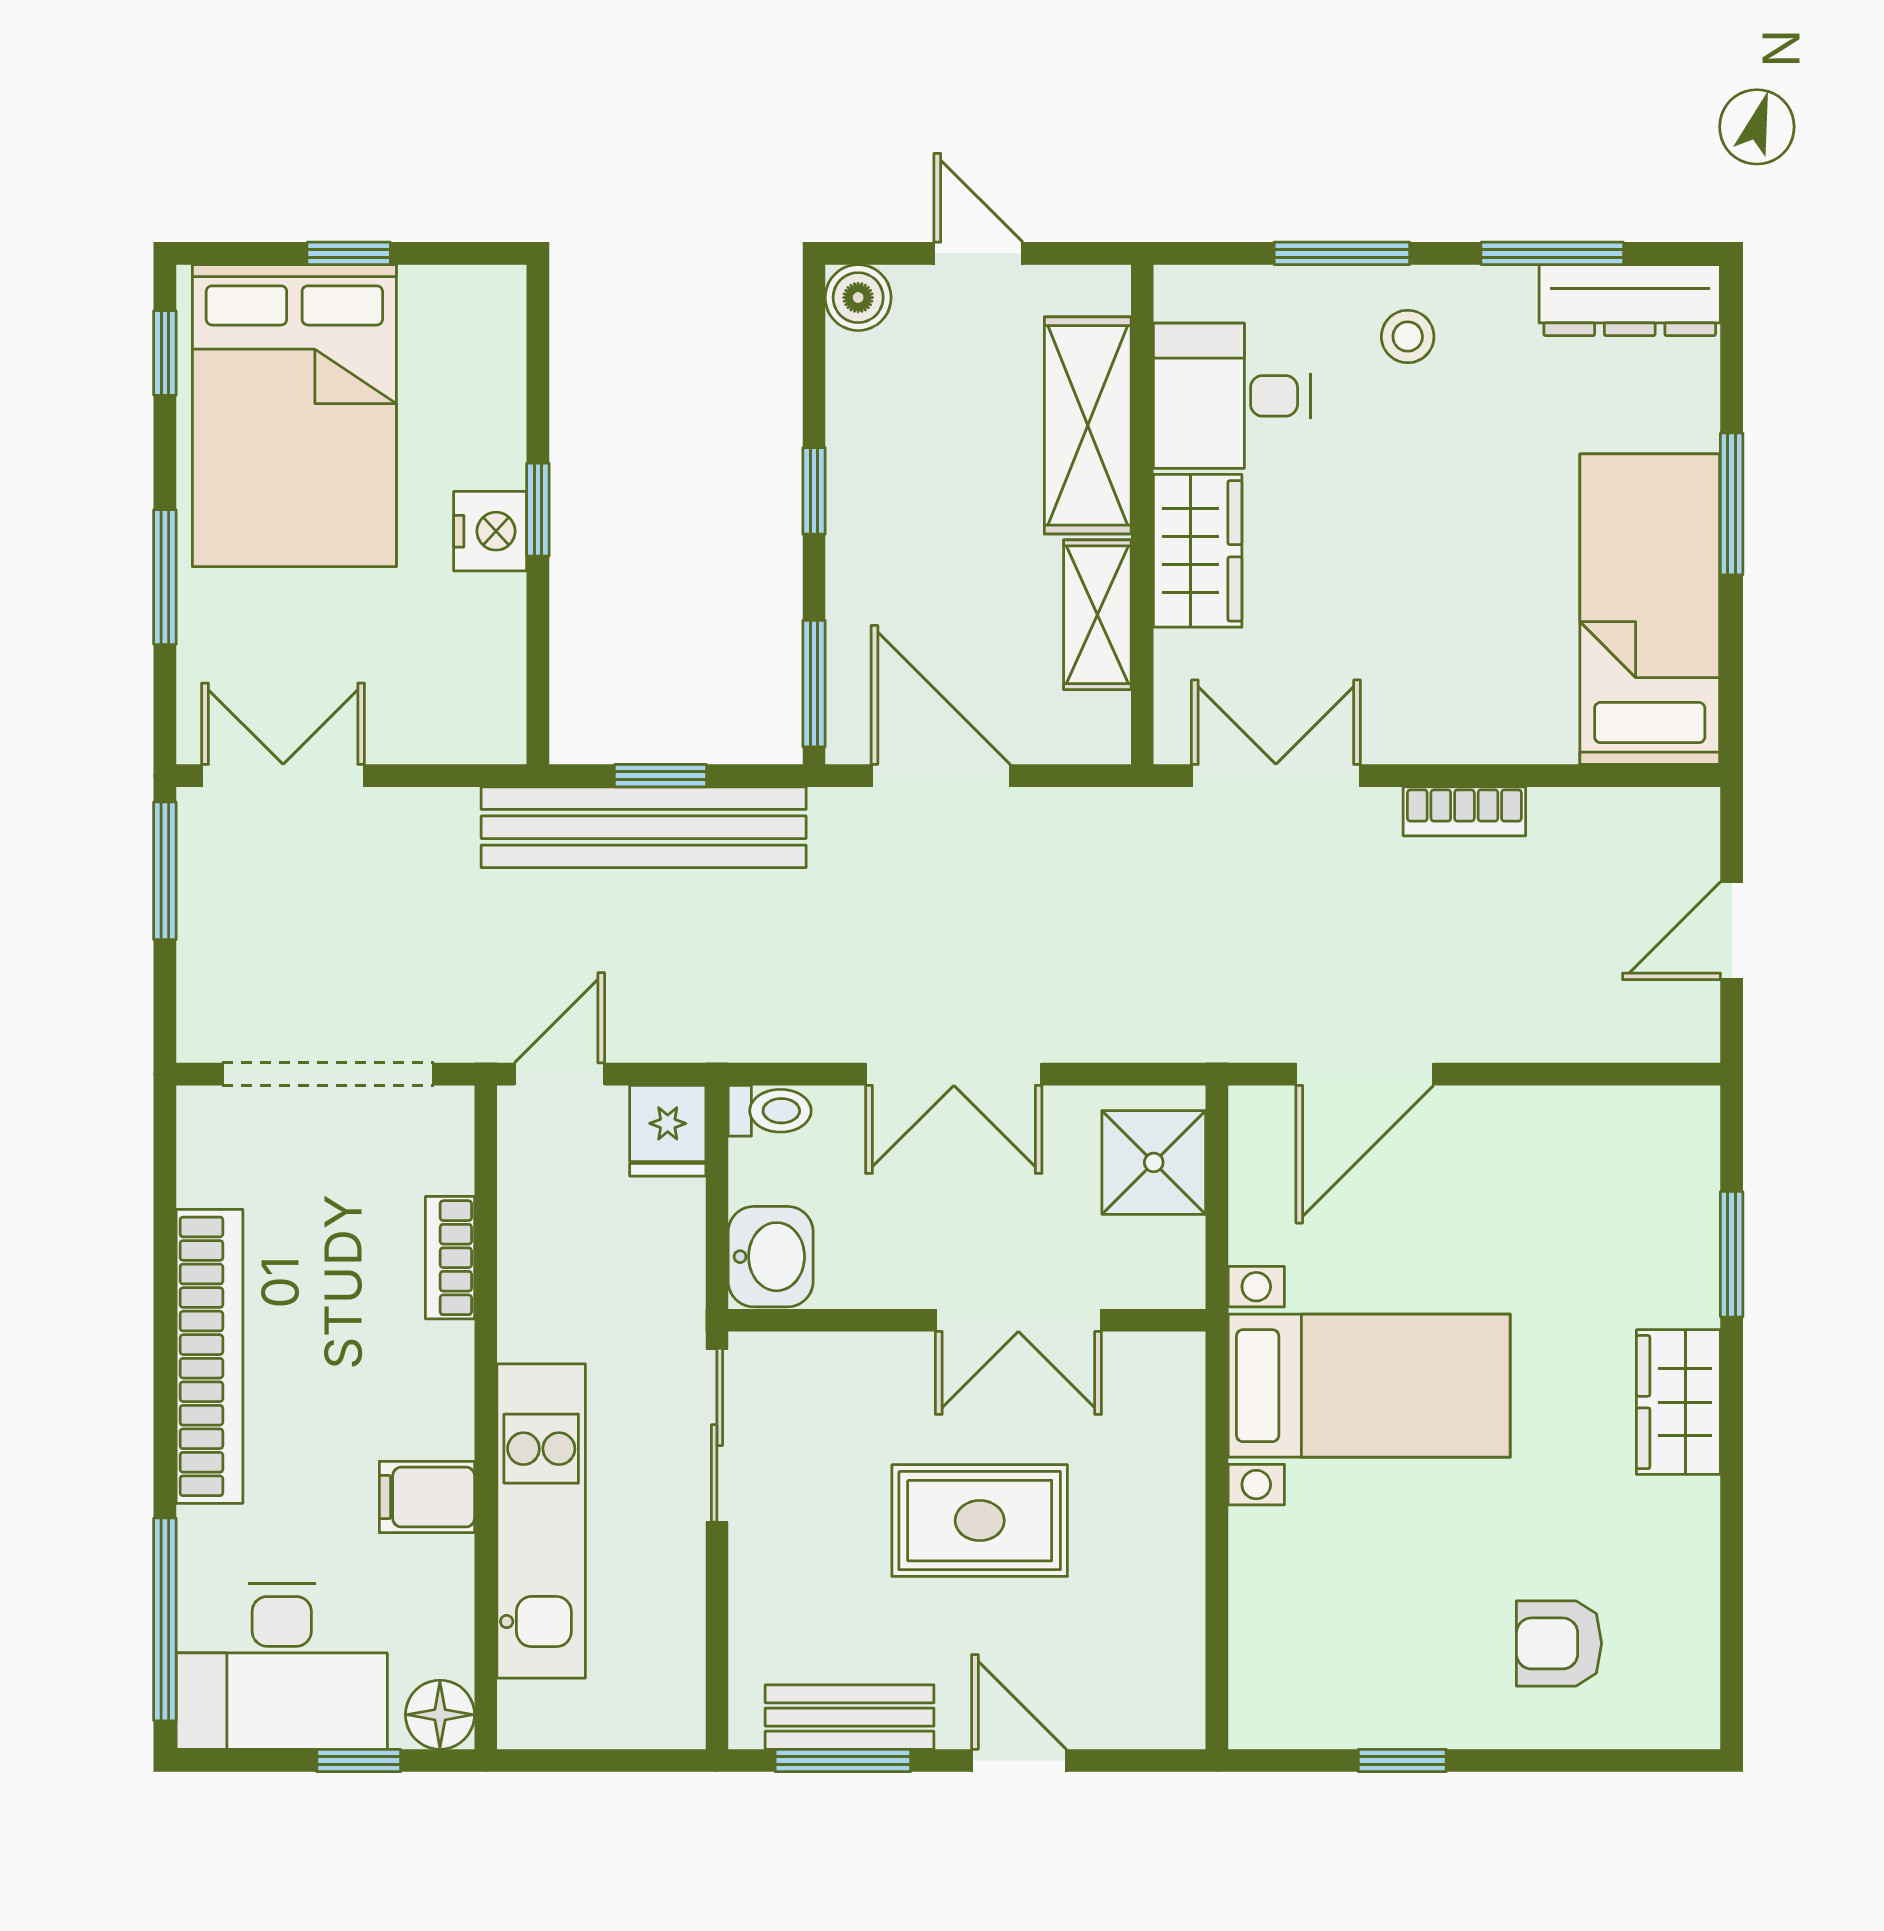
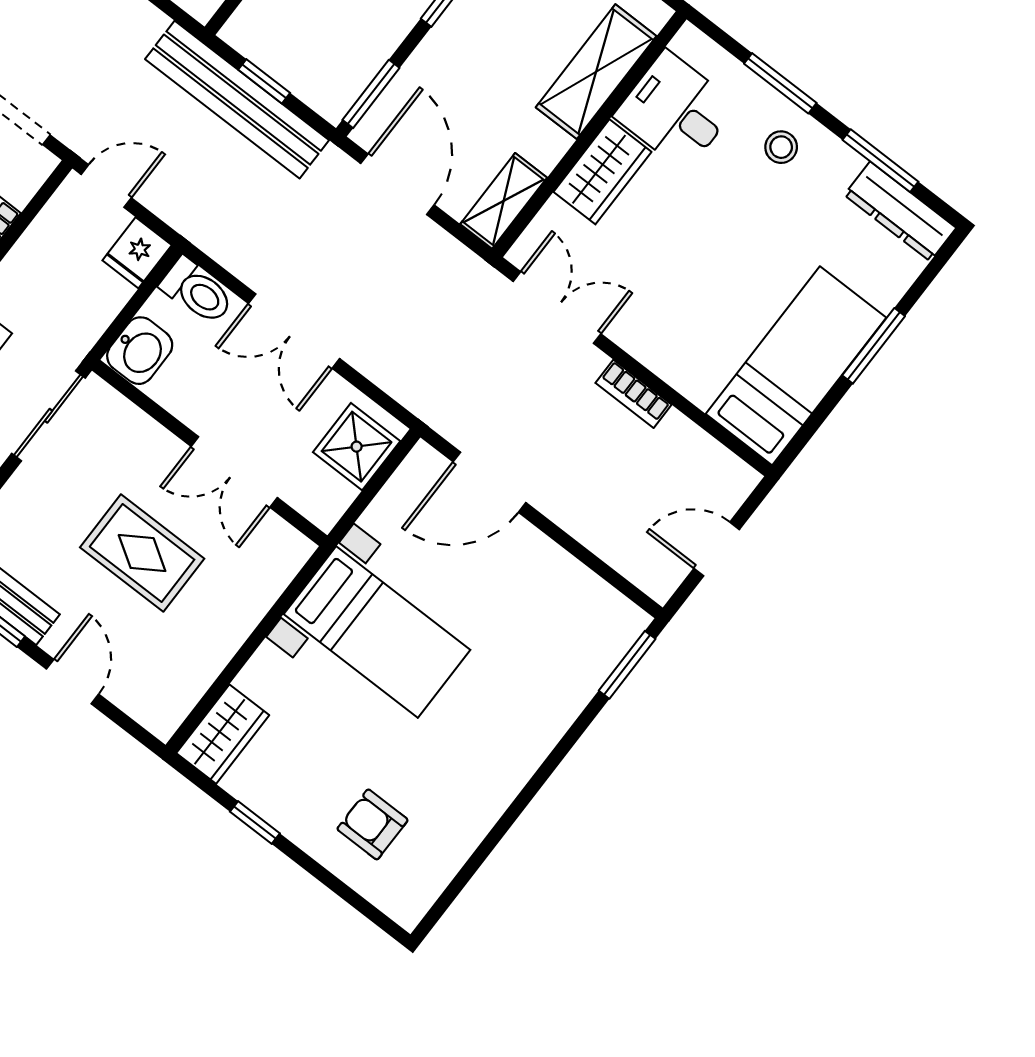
shelving: (1097, 615) -> (504, 201), moved
toilet: (770, 1111) -> (197, 291), width x1.37, depth x1.39
window: (1732, 1254) -> (627, 665), moved
wardrobe: (1678, 1402) -> (223, 734), moved, turned 180

